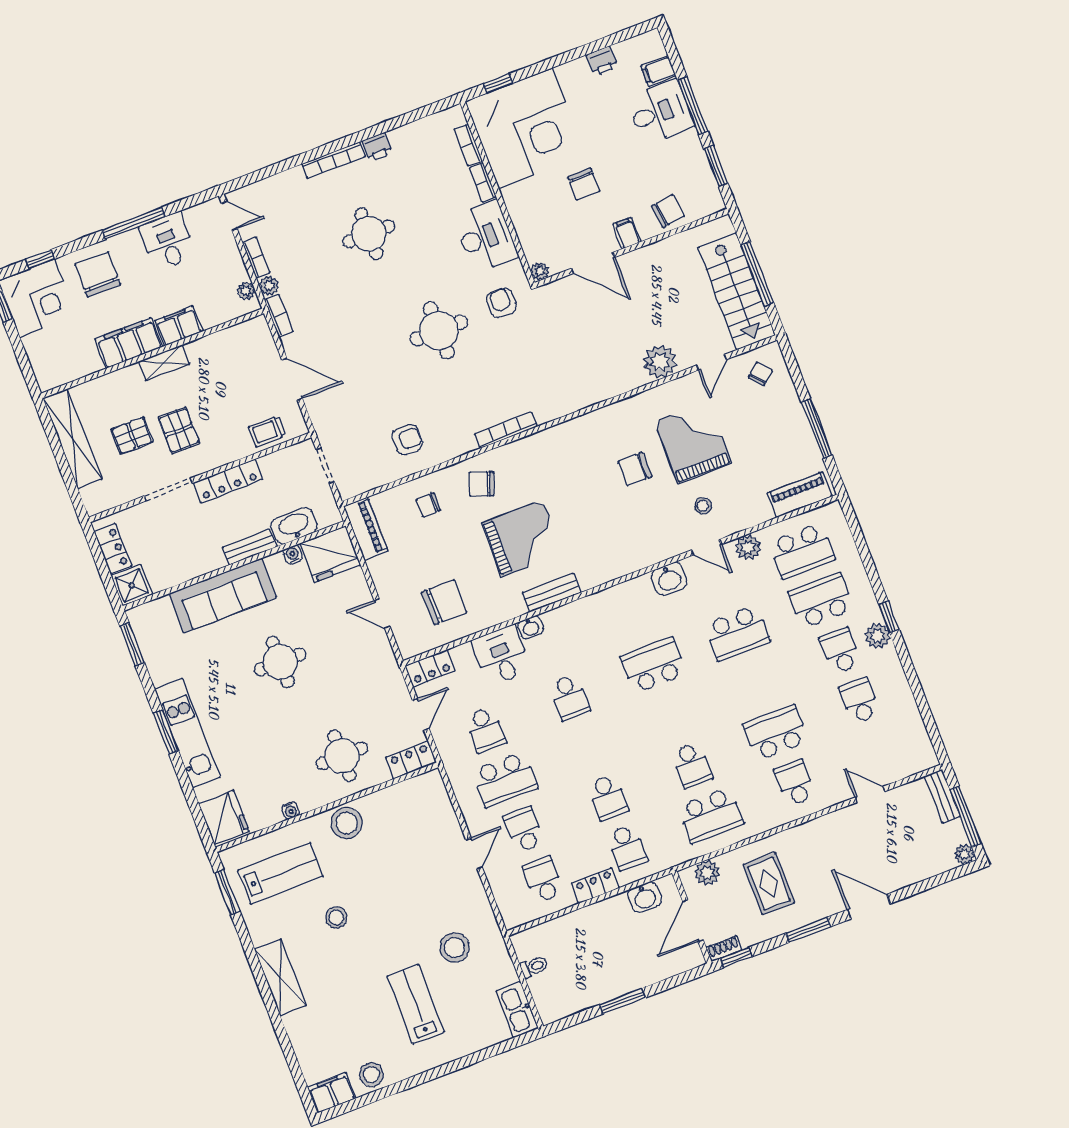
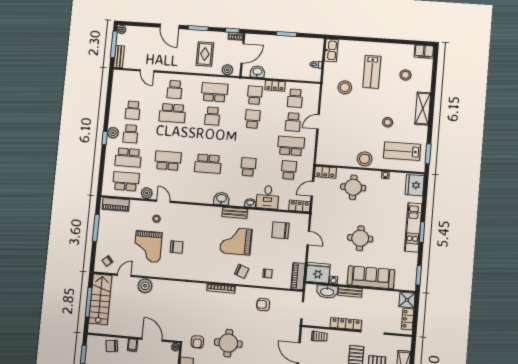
washbasin: (669, 579) -> (221, 199), moved
school desk: (692, 765) -> (212, 116), turned 180
stool: (372, 1075) -> (405, 75), moved

